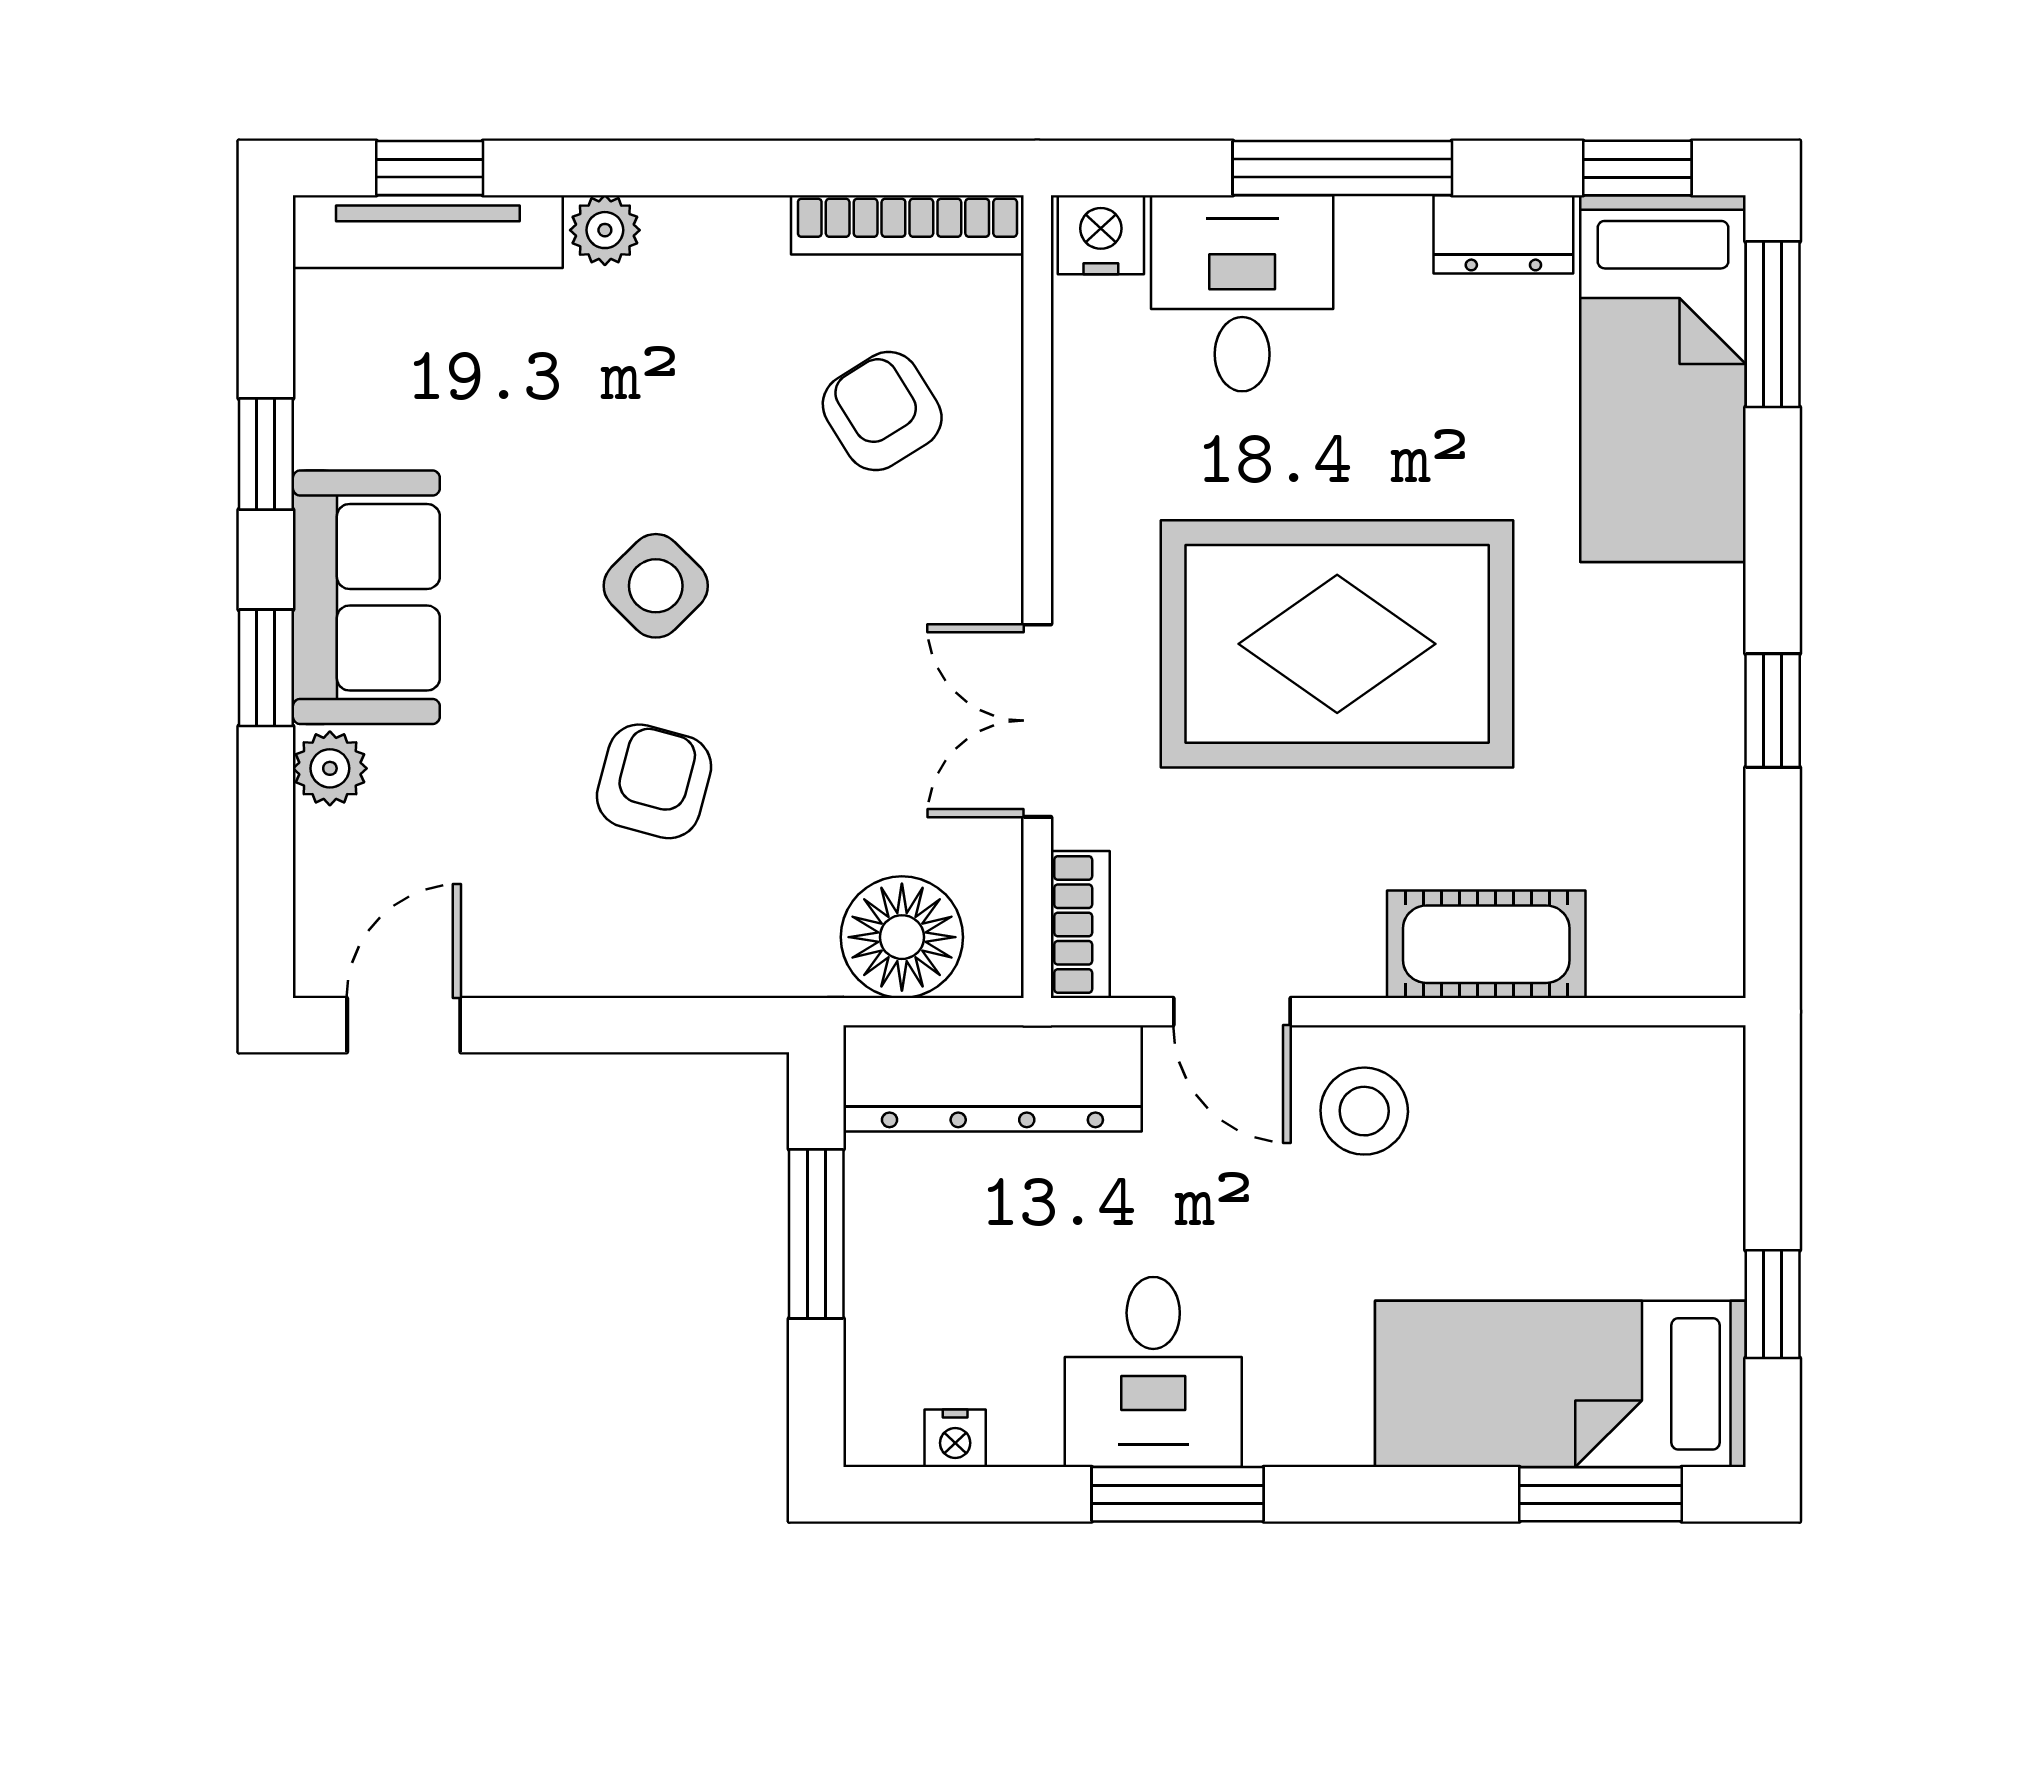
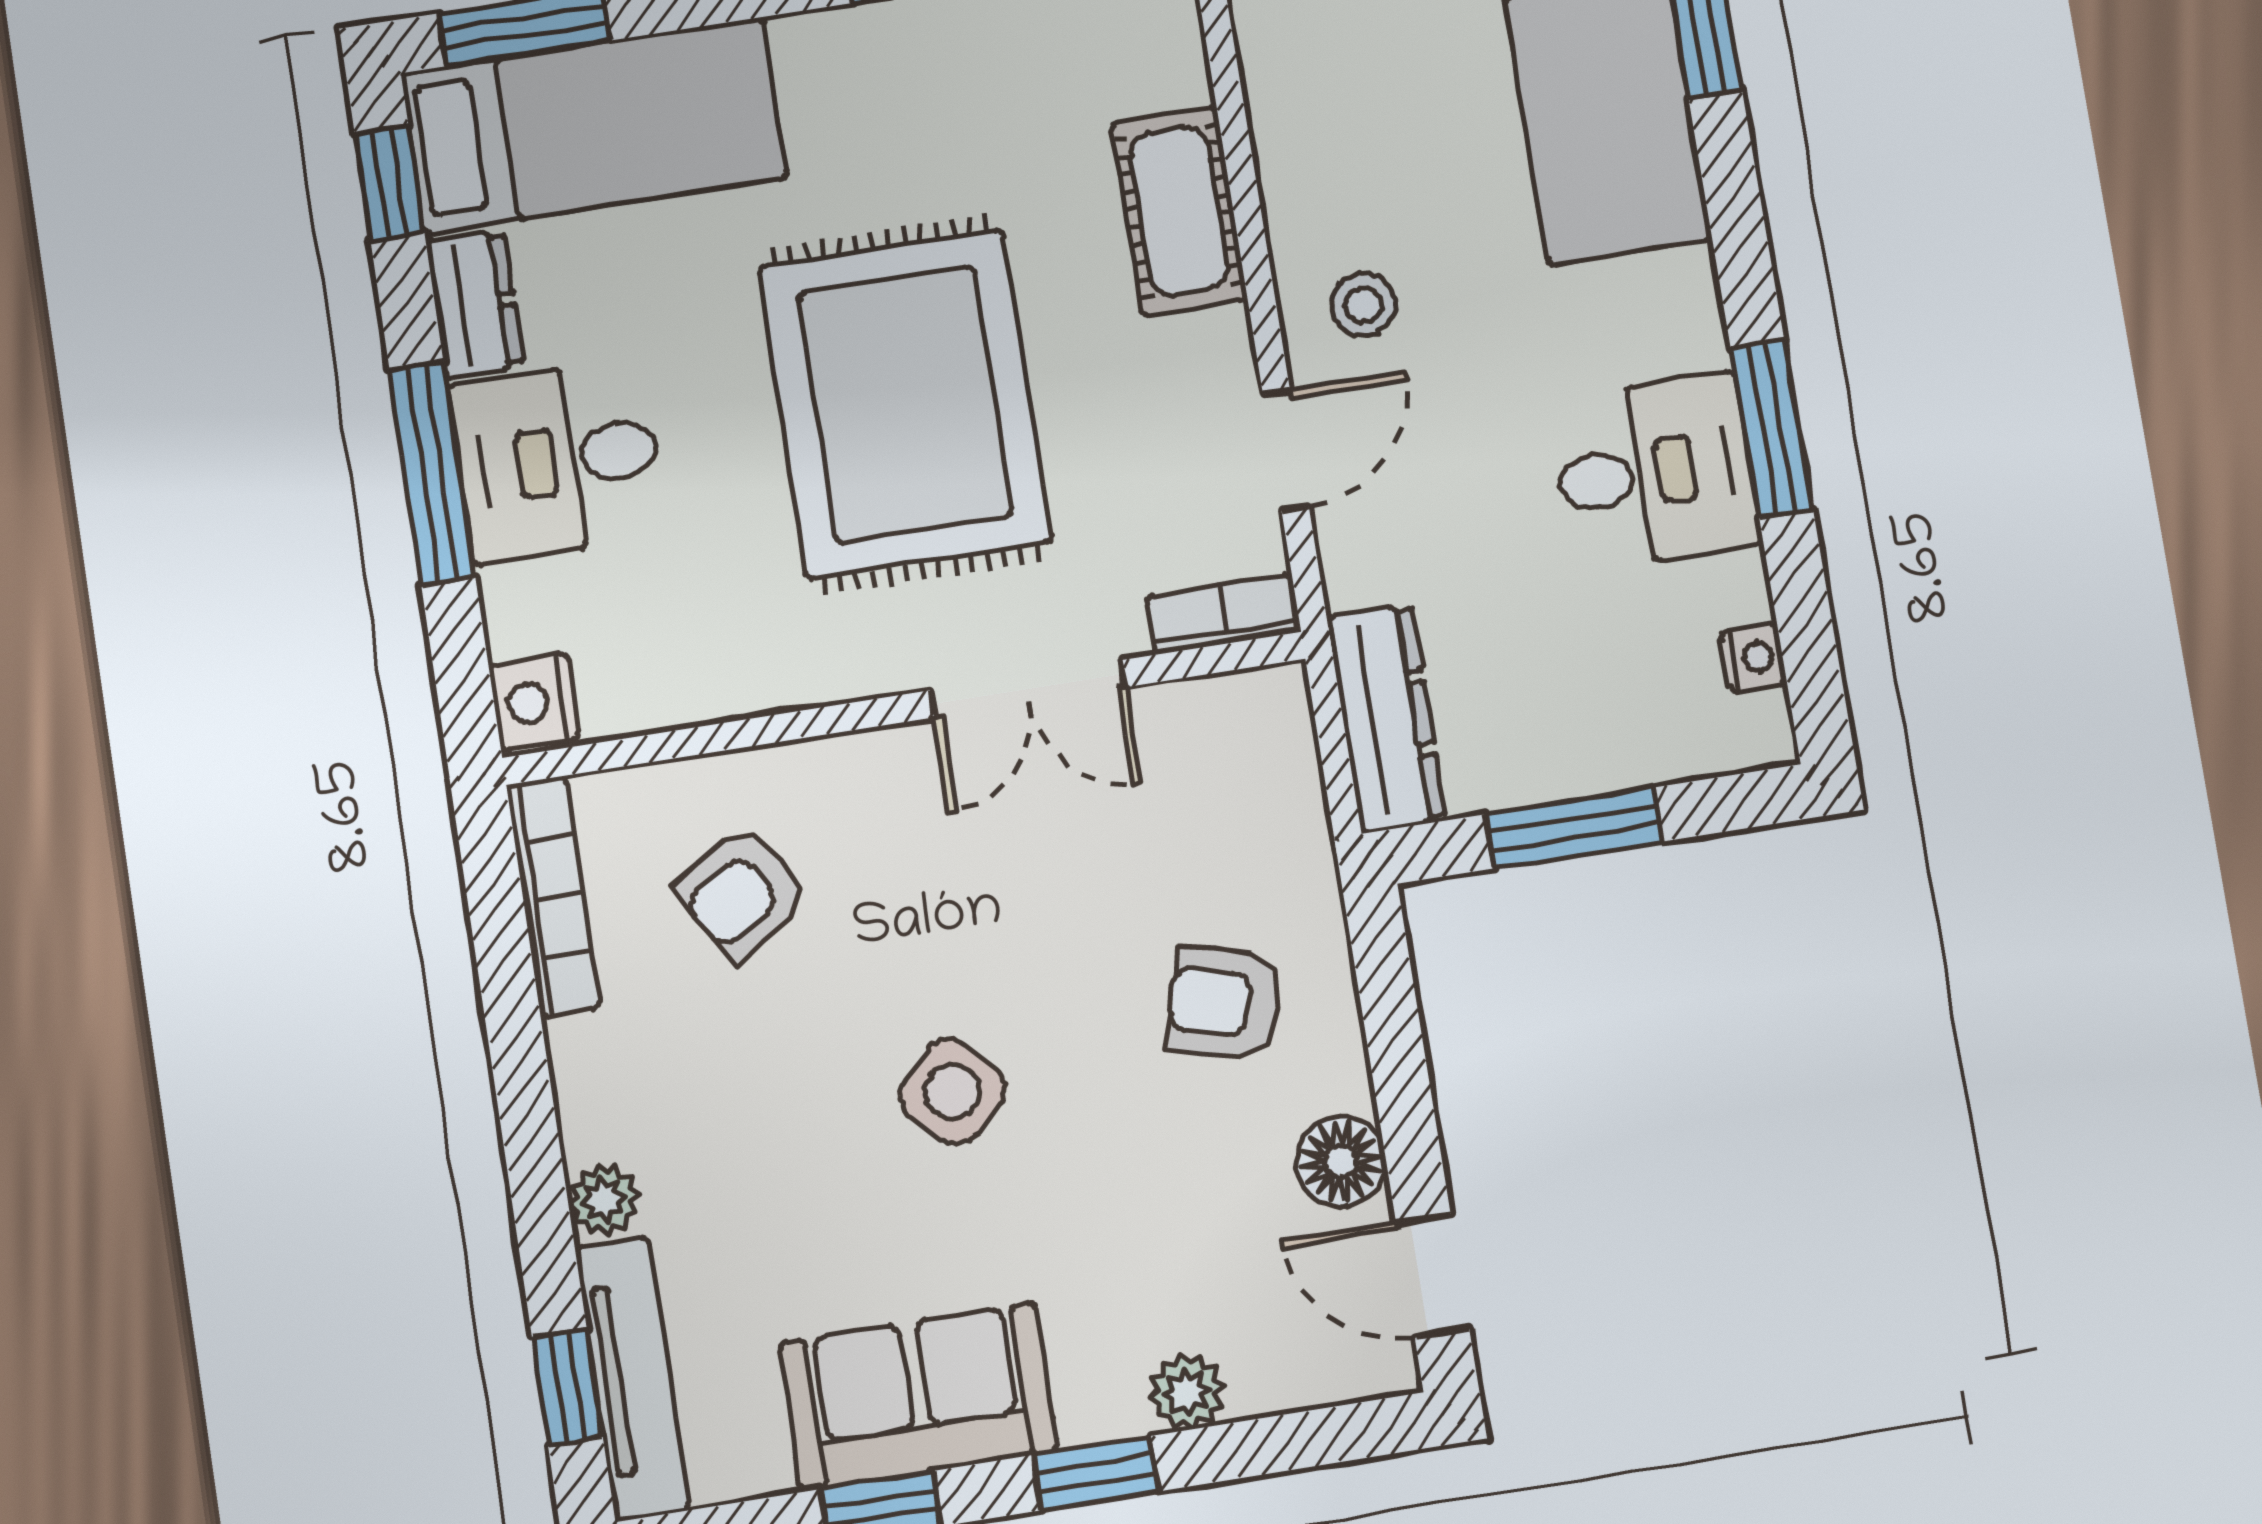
desk: (1242, 293) -> (558, 460), moved
sofa: (366, 597) -> (918, 1397), moved
armchair: (654, 781) -> (1225, 1003), moved
floor lamp: (902, 937) -> (1341, 1161), moved, width x0.73, depth x0.73
dresser: (992, 1078) -> (1386, 718), width x0.73, depth x0.80
stool: (1364, 1111) -> (1363, 305), width x0.73, depth x0.73

